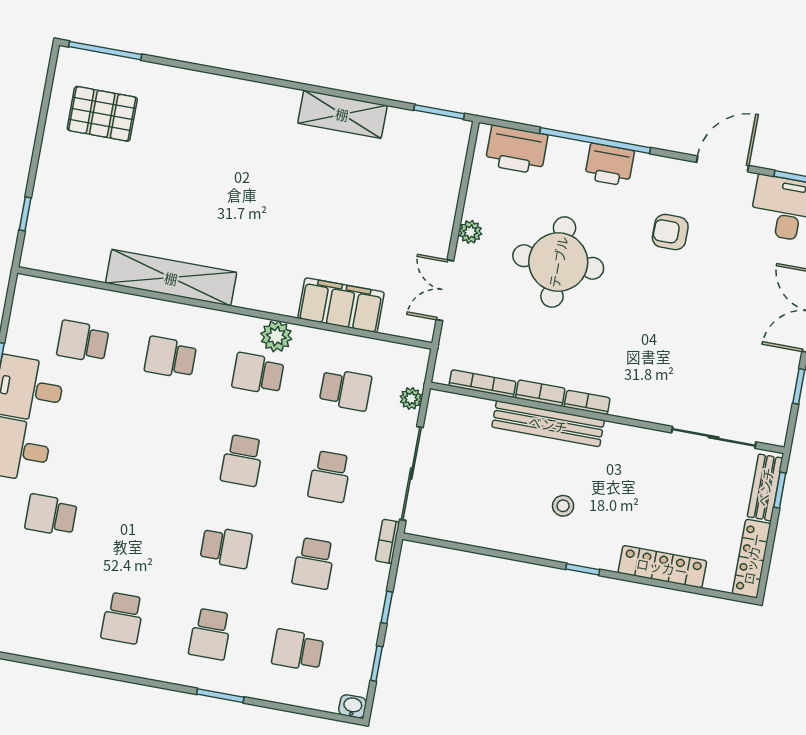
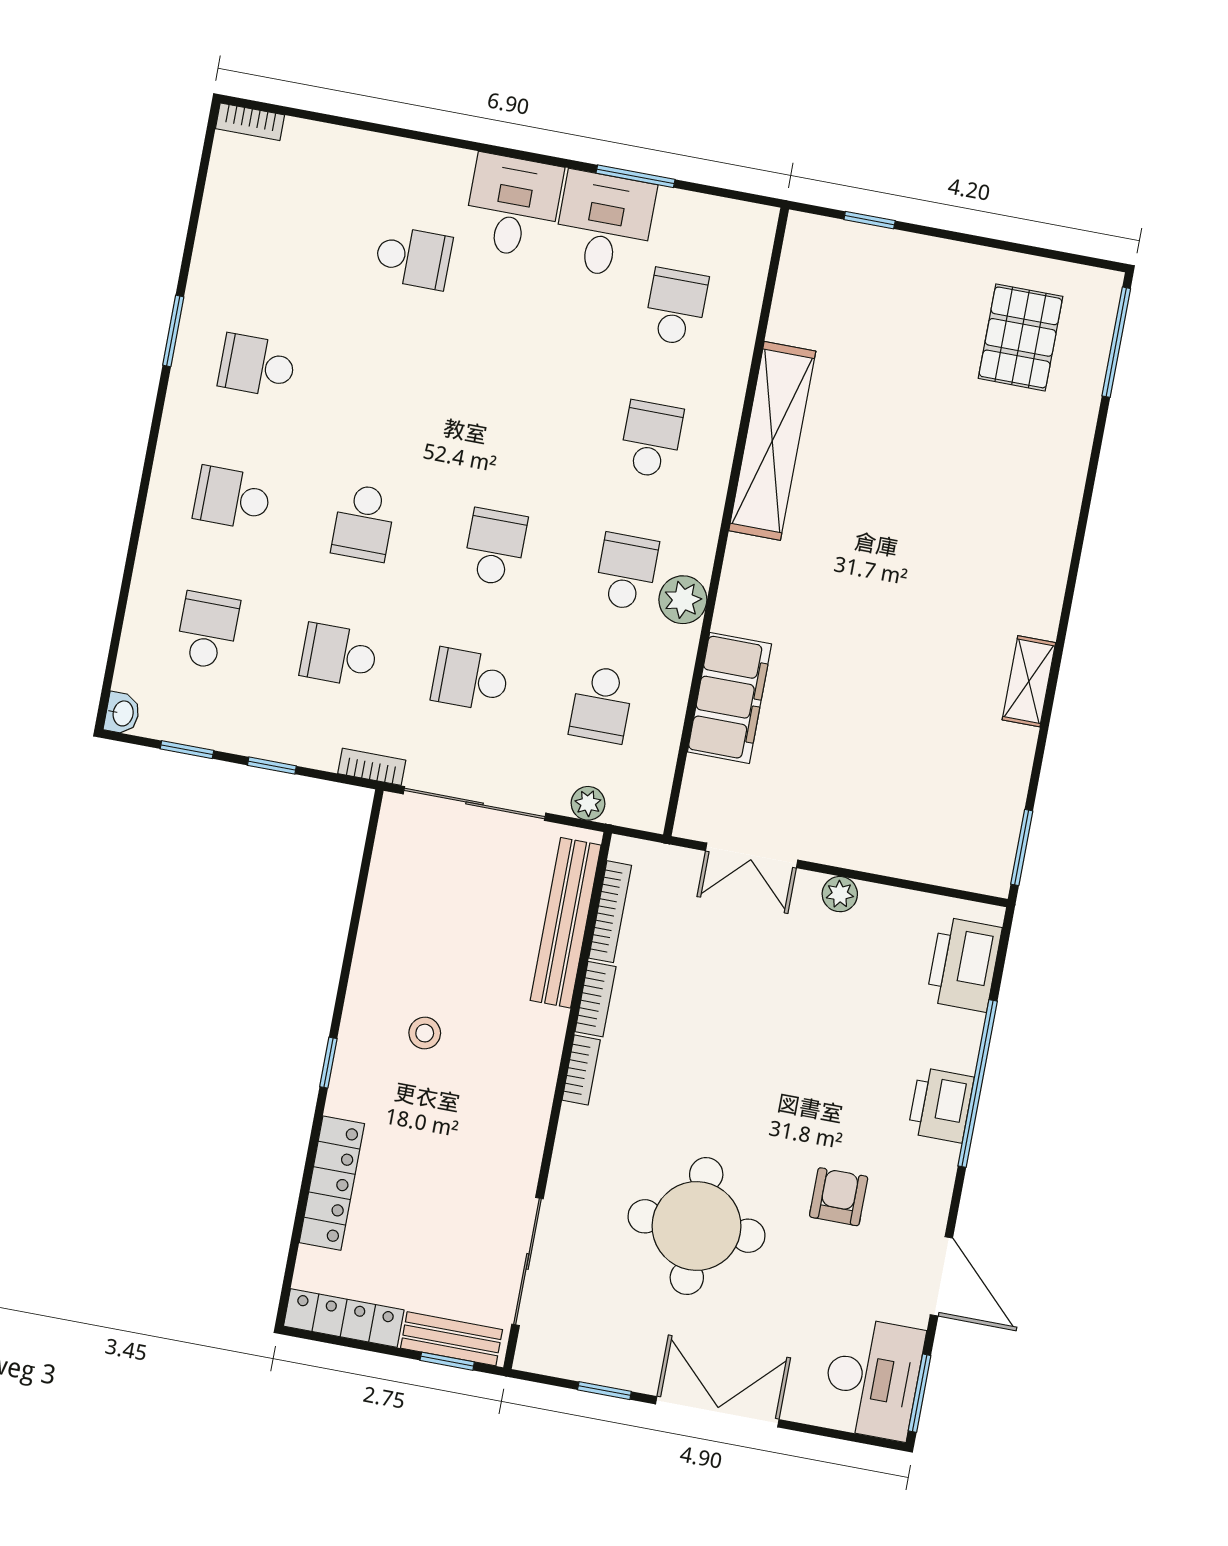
shelving: (342, 114) -> (1029, 681), width x0.67, depth x0.75
round table: (558, 262) -> (697, 1226), moved
double door: (445, 290) -> (752, 855), swing flipped
bench: (548, 424) -> (566, 923), moved
school desk: (242, 460) -> (495, 547), turned 90
school desk: (51, 515) -> (413, 258), turned 90
window: (220, 696) -> (173, 331), moved

